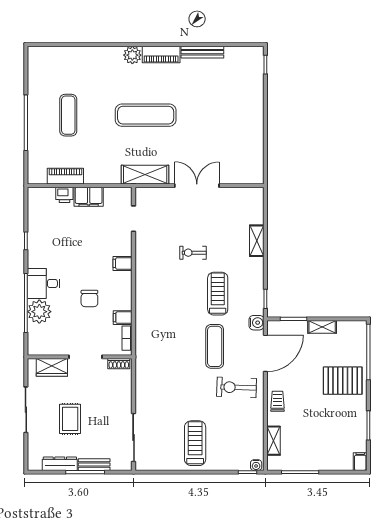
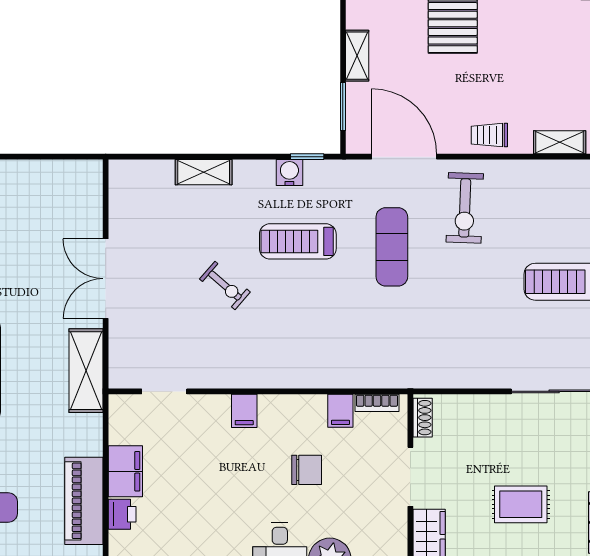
piano: (65, 176) -> (84, 501), width x1.37, depth x1.33
exercise bike: (193, 253) -> (225, 286), turned -49
water cooler: (256, 323) -> (289, 172), moved
exercise mat: (215, 346) -> (392, 247), turned 90

